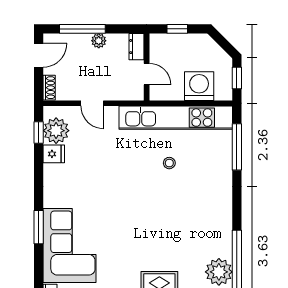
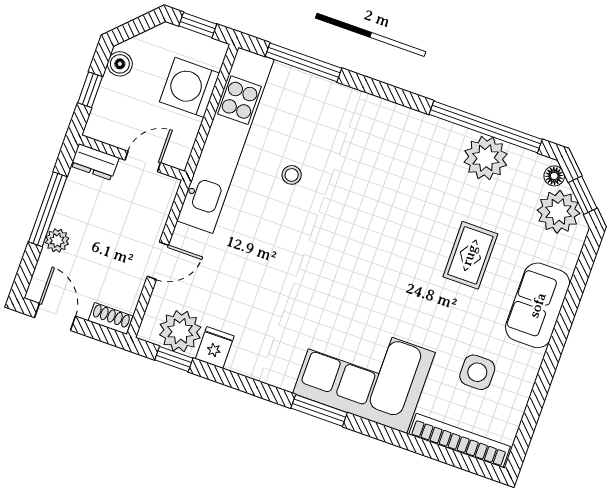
window: (82, 29) -> (48, 209), moved
plant: (99, 41) -> (57, 240), moved
boiler: (198, 41) -> (120, 64), added

